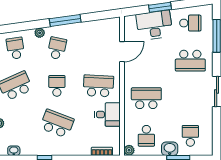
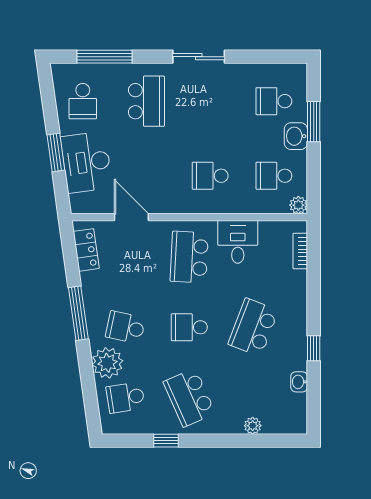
school desk: (190, 23) -> (83, 101), turned 180
locker: (103, 25) -> (86, 250), added
plant: (40, 33) -> (107, 363), width x1.88, depth x1.88
school desk: (146, 98) -> (210, 176), width x0.54
school desk: (146, 136) -> (274, 176), turned 180
washbasin: (14, 151) -> (299, 382), moved

